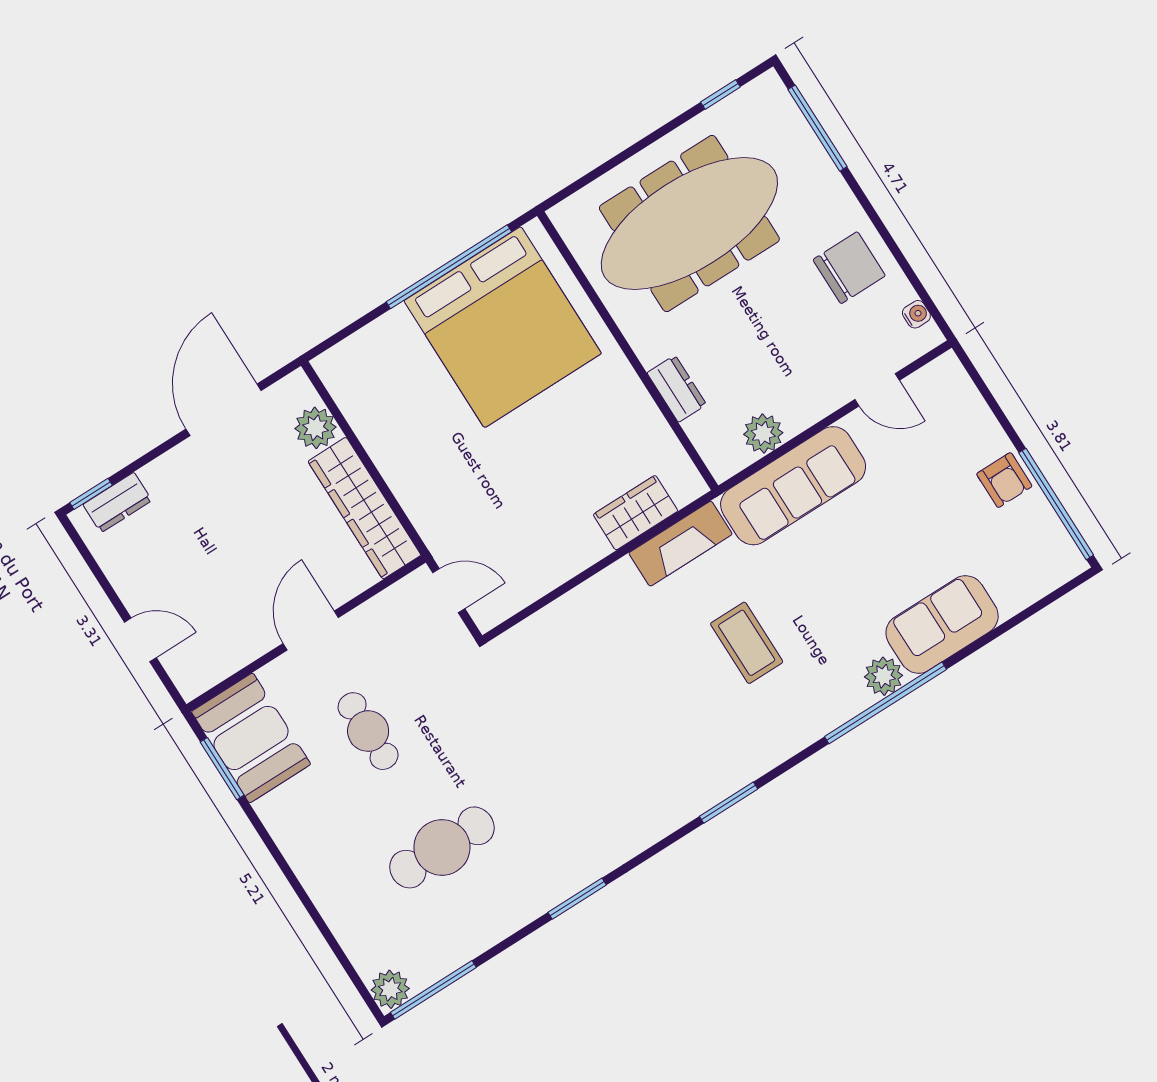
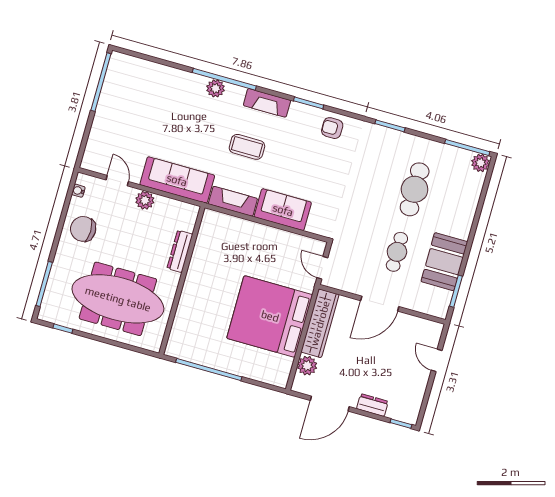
bed: (503, 327) -> (270, 316), moved, turned -90
dresser: (677, 389) -> (180, 251), width x1.44
plant: (763, 434) -> (145, 200), moved
armchair: (1004, 480) -> (332, 128), moved, turned -90
dresser: (117, 503) -> (372, 405), moved
wardrobe: (636, 513) -> (236, 227), removed
sofa: (942, 624) -> (283, 210), moved, turned 180
door: (311, 630) -> (380, 304), width x1.36
coffee table: (747, 643) -> (247, 147), turned 90
fireplace: (788, 737) -> (267, 103), added
booth: (251, 738) -> (444, 262), moved
cafe table: (442, 847) -> (415, 189), turned 90

